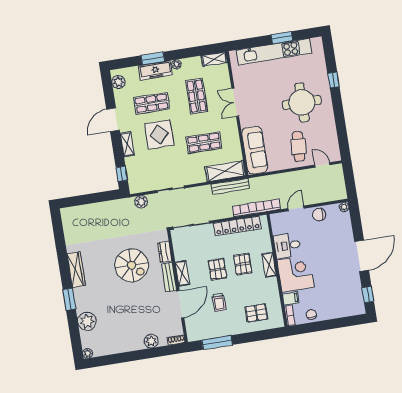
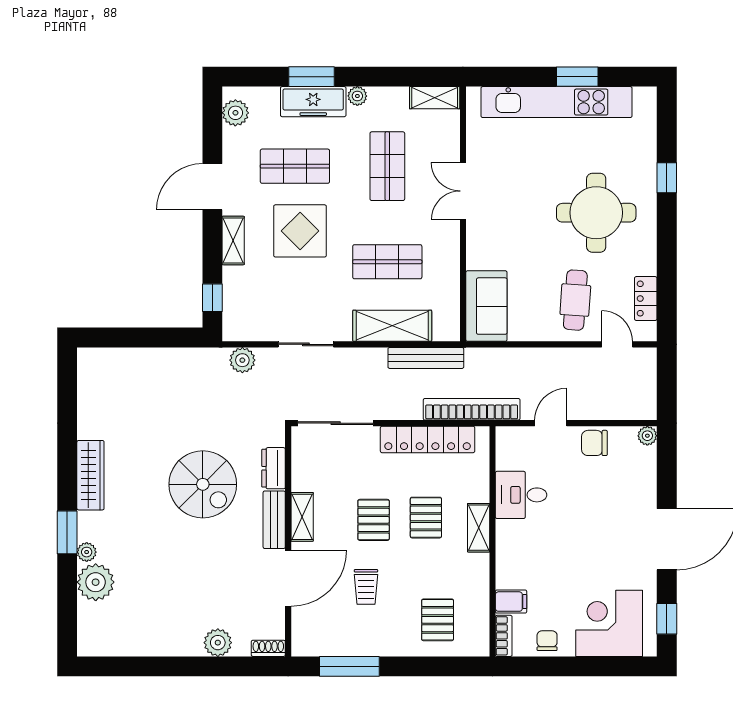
locker: (333, 140) -> (646, 299), added
sofa: (255, 150) -> (486, 306), width x0.73
shelving: (225, 171) -> (392, 326), moved
corner desk: (296, 274) -> (609, 623), moved, turned -90
pallet: (256, 313) -> (438, 620), turned 90
plant: (88, 353) -> (87, 552), moved

